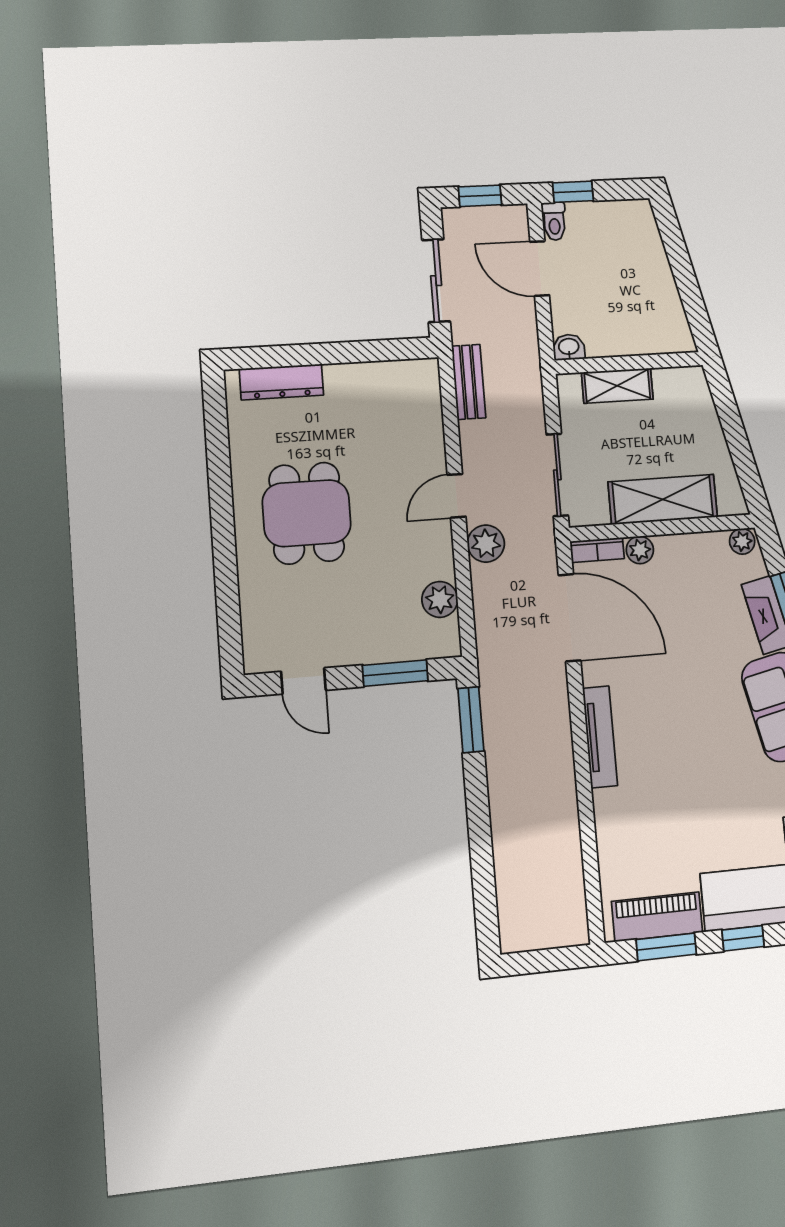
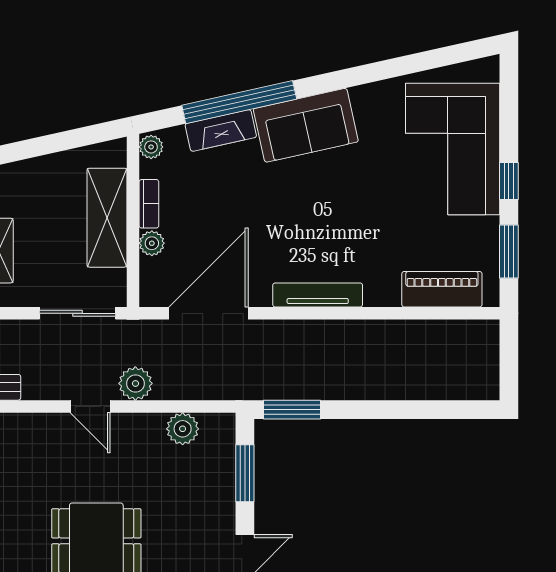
bookcase: (597, 550) -> (149, 204), moved
piano: (657, 917) -> (442, 289), moved, turned 90

